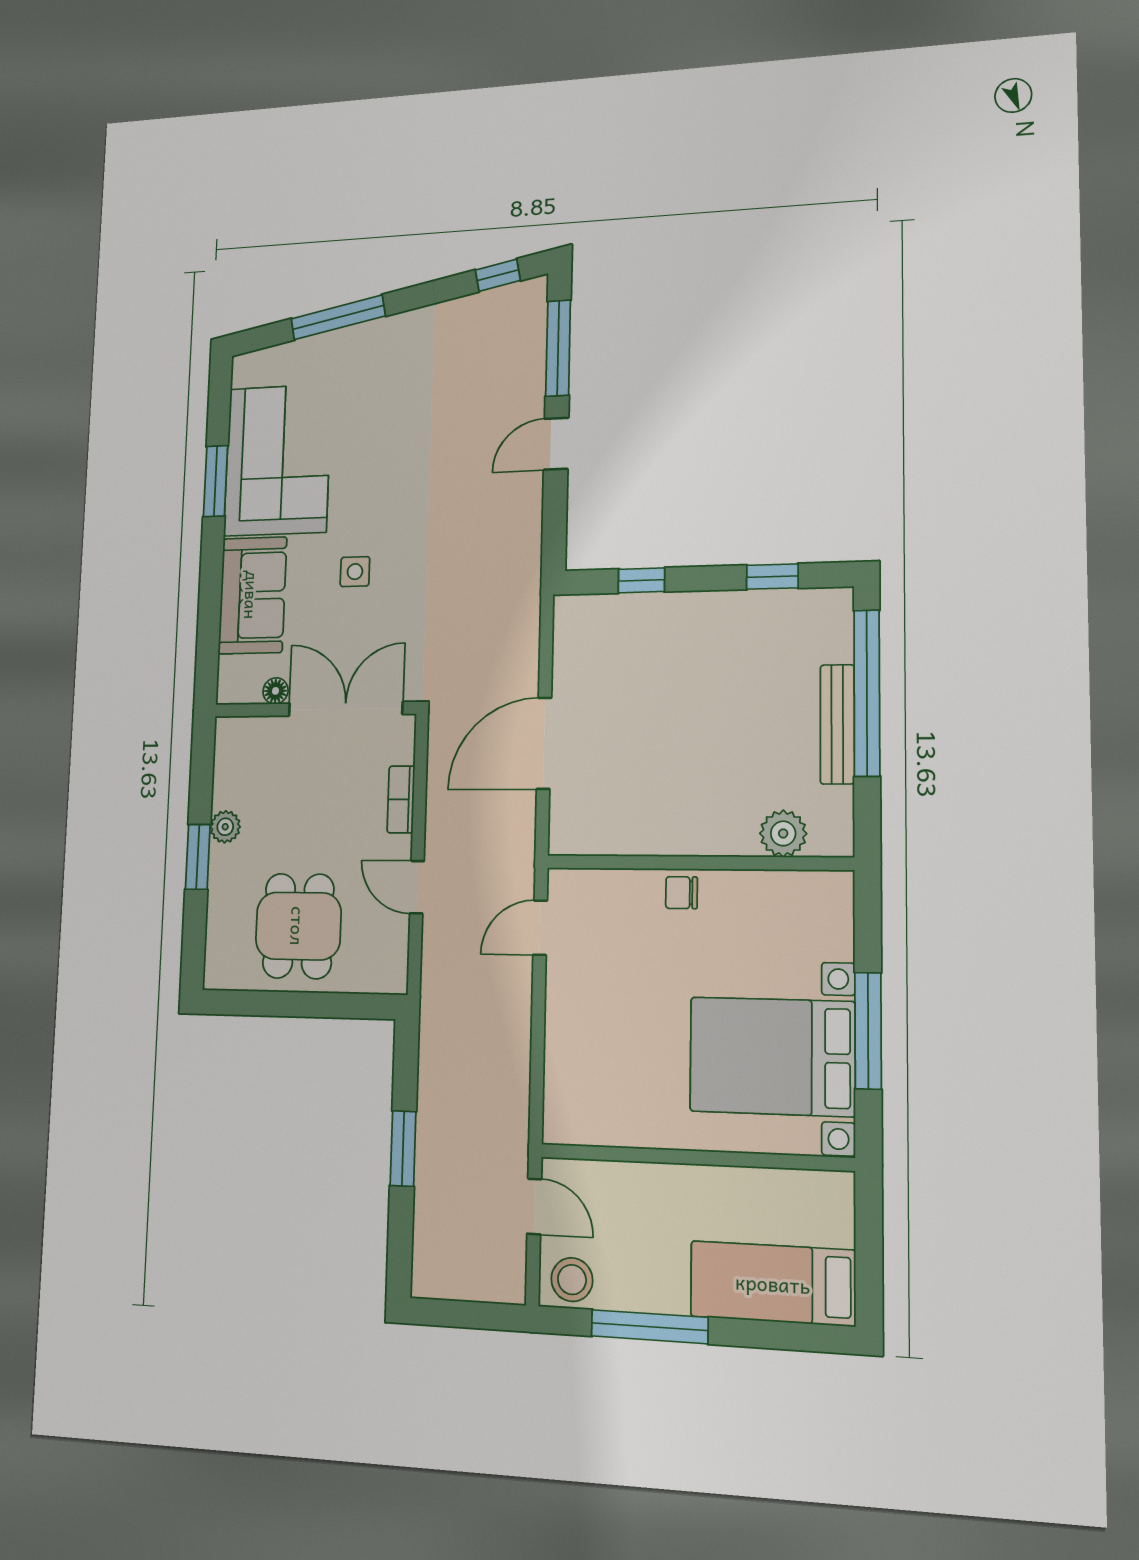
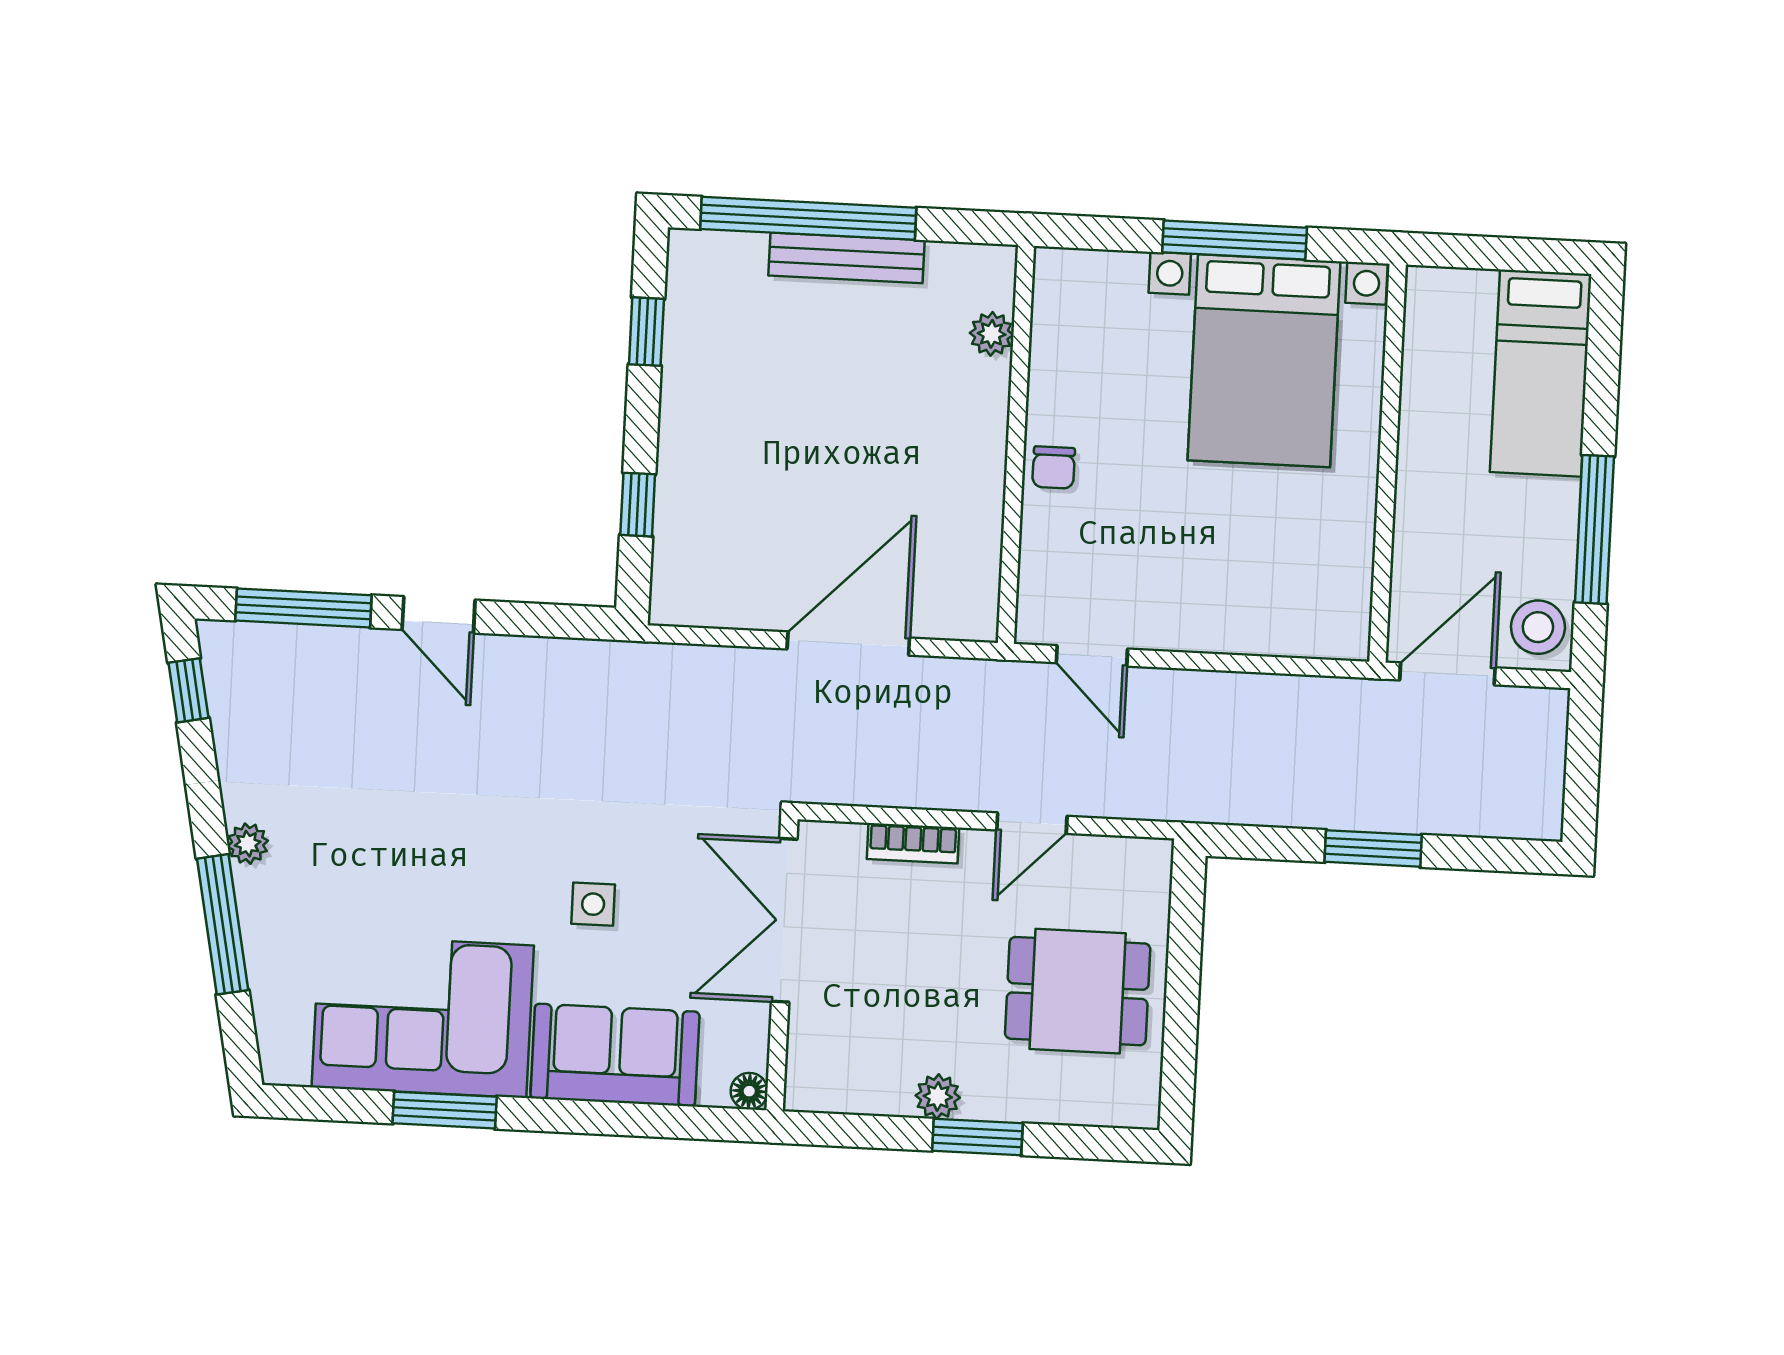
plant: (393, 328) -> (248, 844), added
floor lamp: (275, 691) -> (749, 1091), moved
door: (544, 743) -> (848, 644), swing flipped
plant: (783, 833) -> (992, 334), width x0.73, depth x0.73
door: (534, 1206) -> (1447, 674), width x1.38

